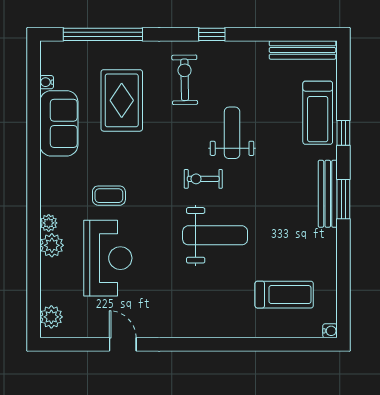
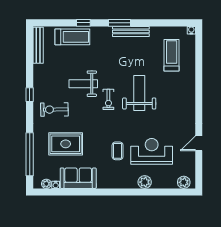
bench: (328, 194) -> (131, 31), moved
plant: (49, 223) -> (46, 184), moved

